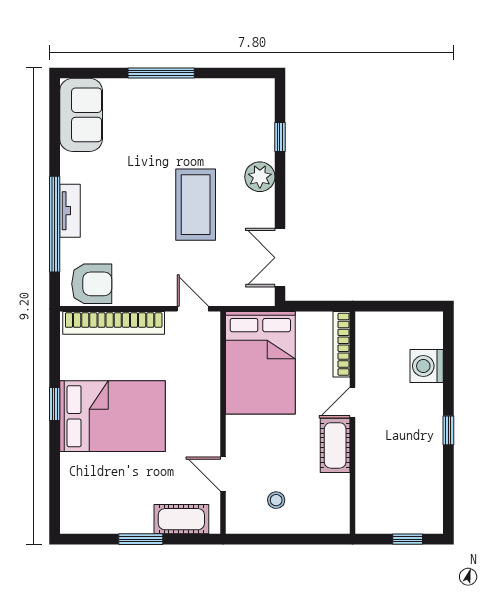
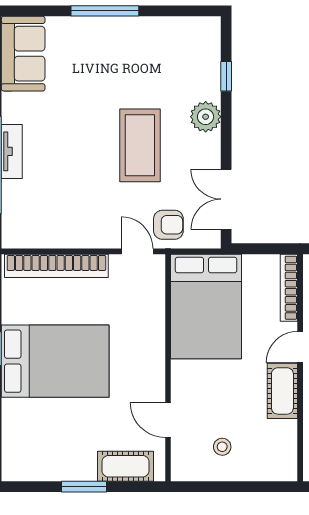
armchair: (92, 284) -> (168, 225), moved, width x0.72, depth x0.72

